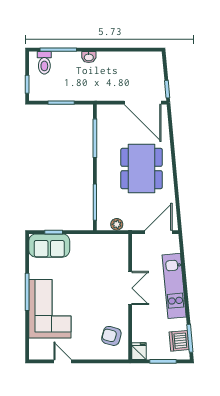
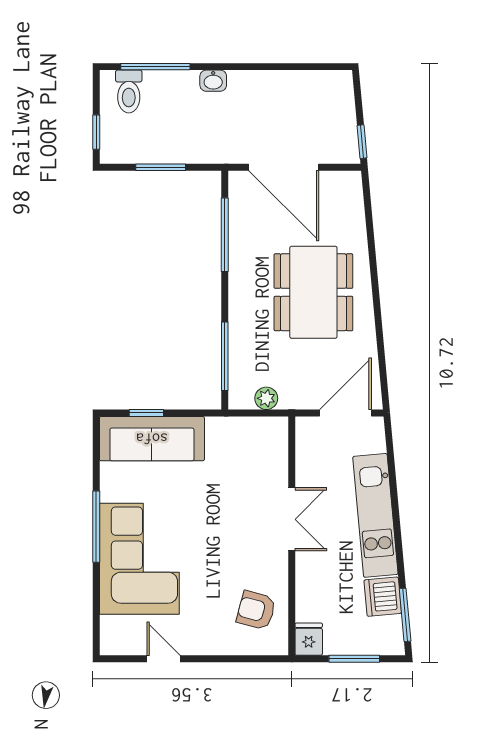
door: (143, 103) -> (284, 167), moved
sofa: (49, 246) -> (152, 439), width x1.36
dishwasher: (179, 341) -> (383, 597), moved

